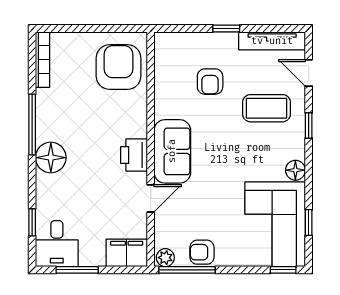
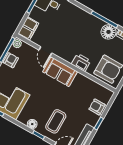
armchair: (210, 82) -> (97, 107), moved
printer: (134, 155) -> (81, 62), moved
floor lamp: (51, 158) -> (109, 32), moved
floor lamp: (295, 170) -> (32, 124), moved

